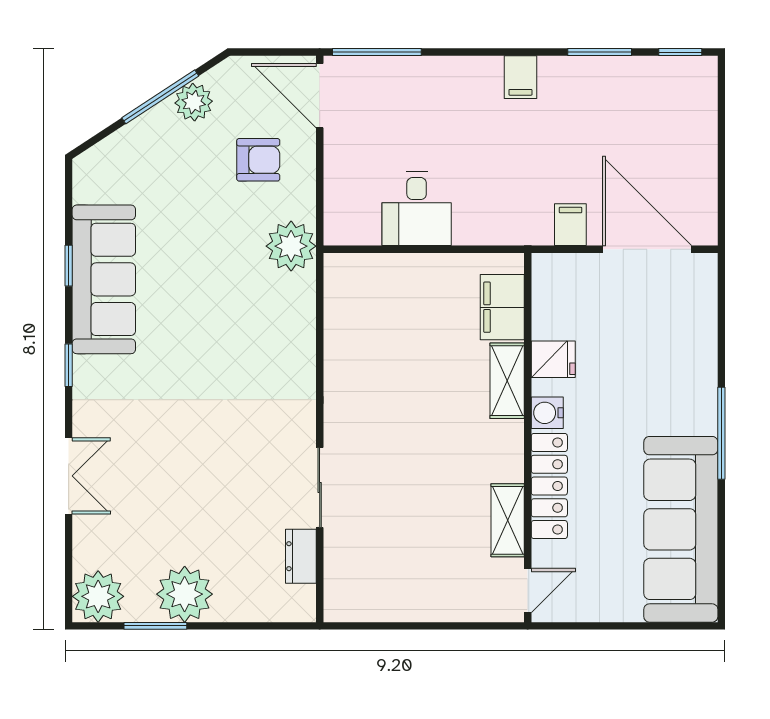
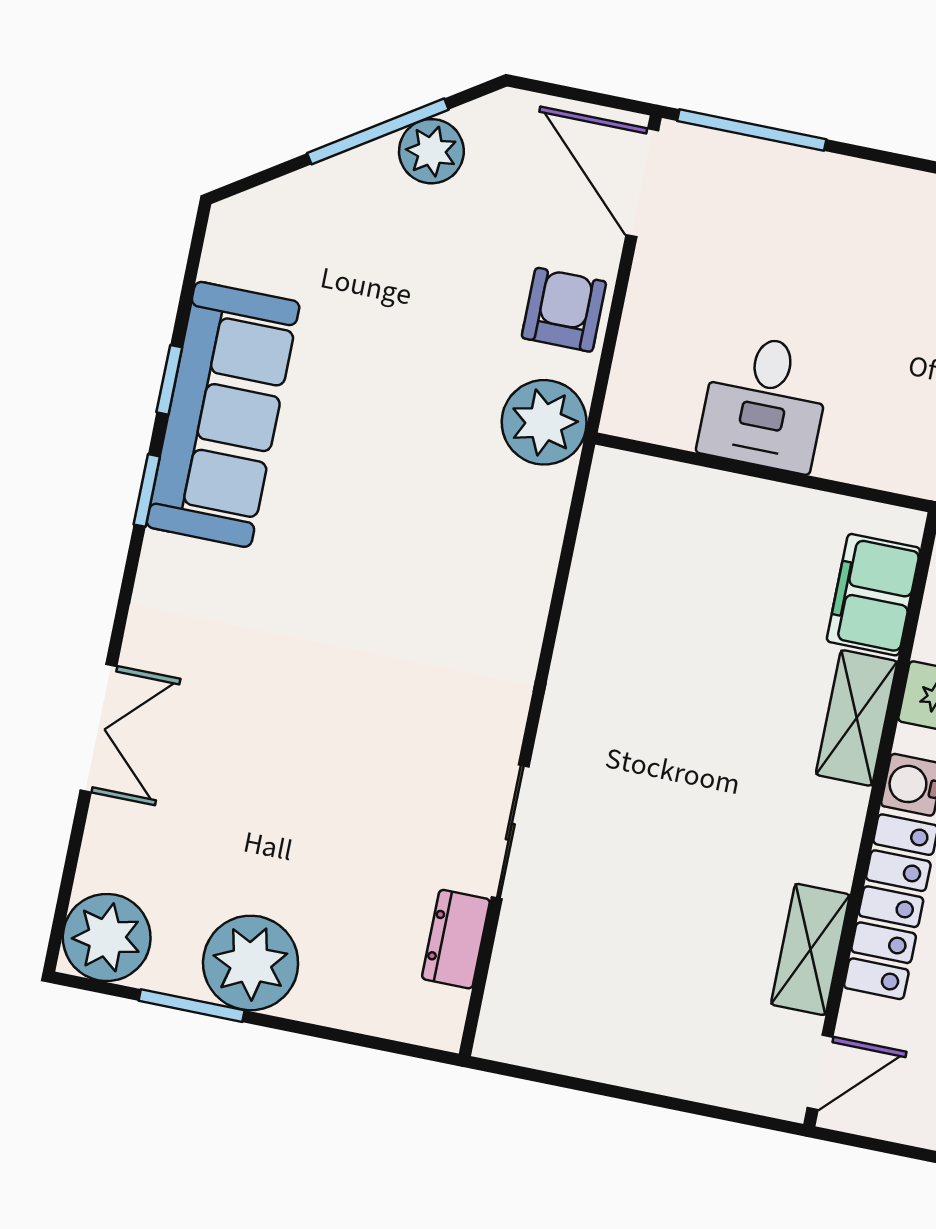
armchair: (258, 160) -> (564, 310), moved, turned -90
window: (69, 365) -> (147, 490), moved

